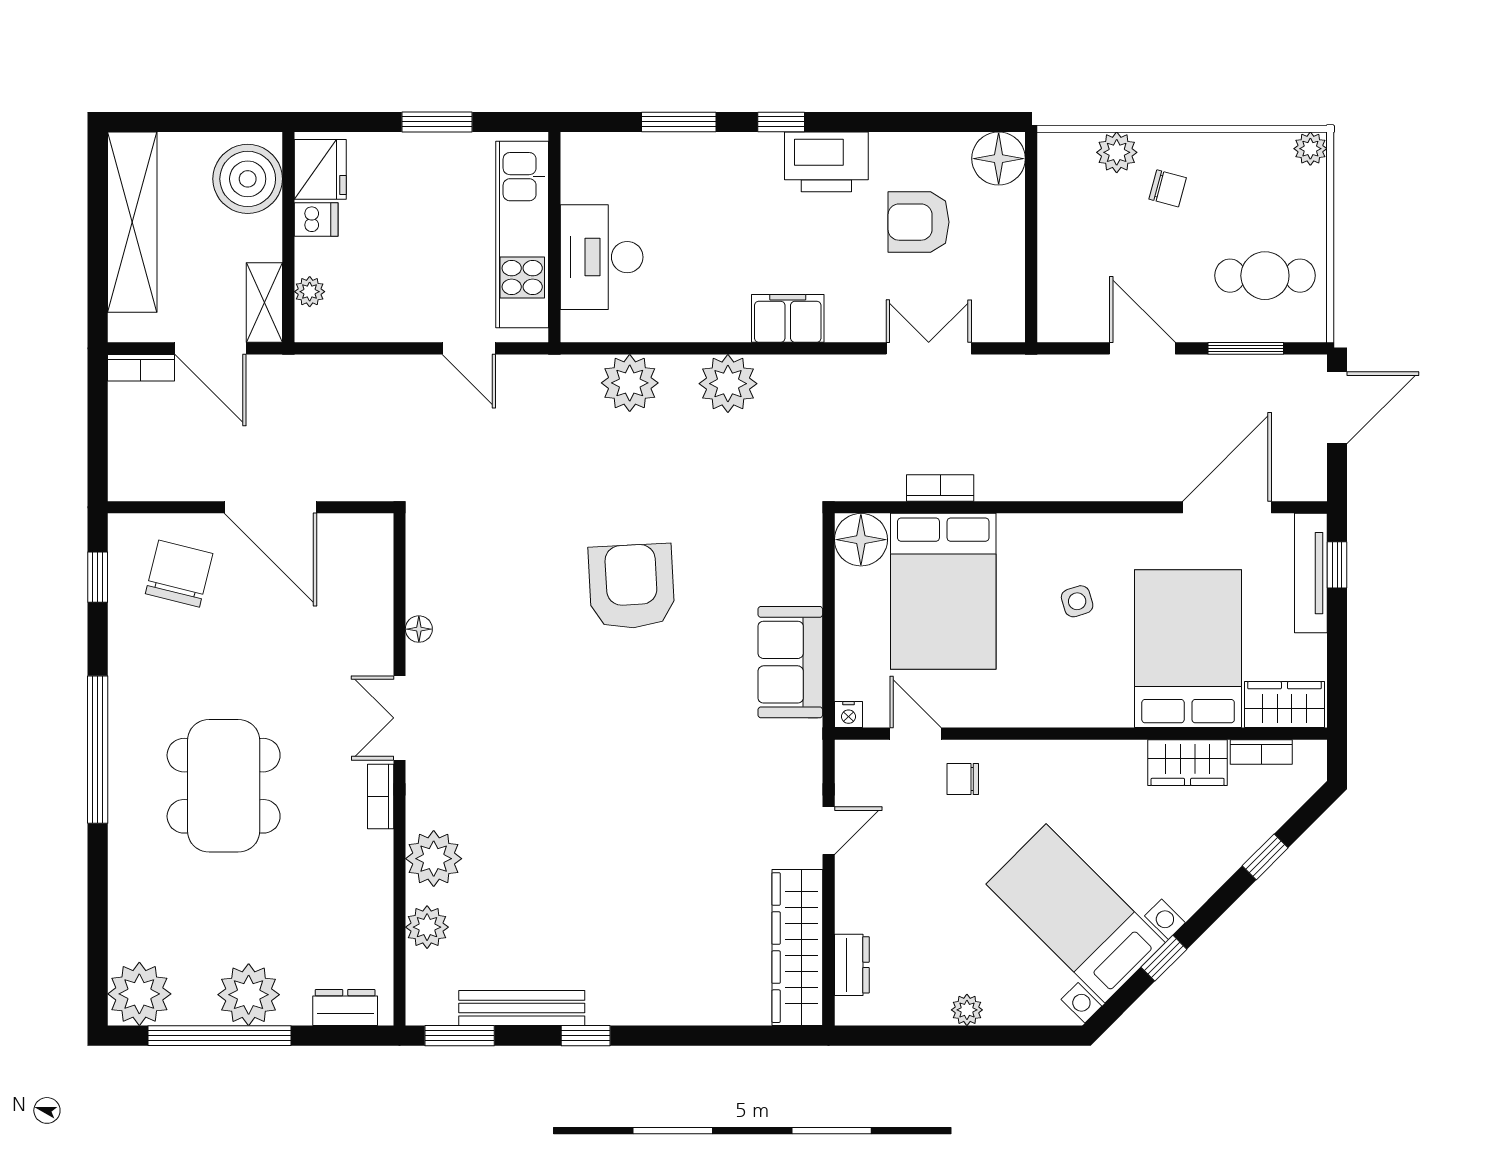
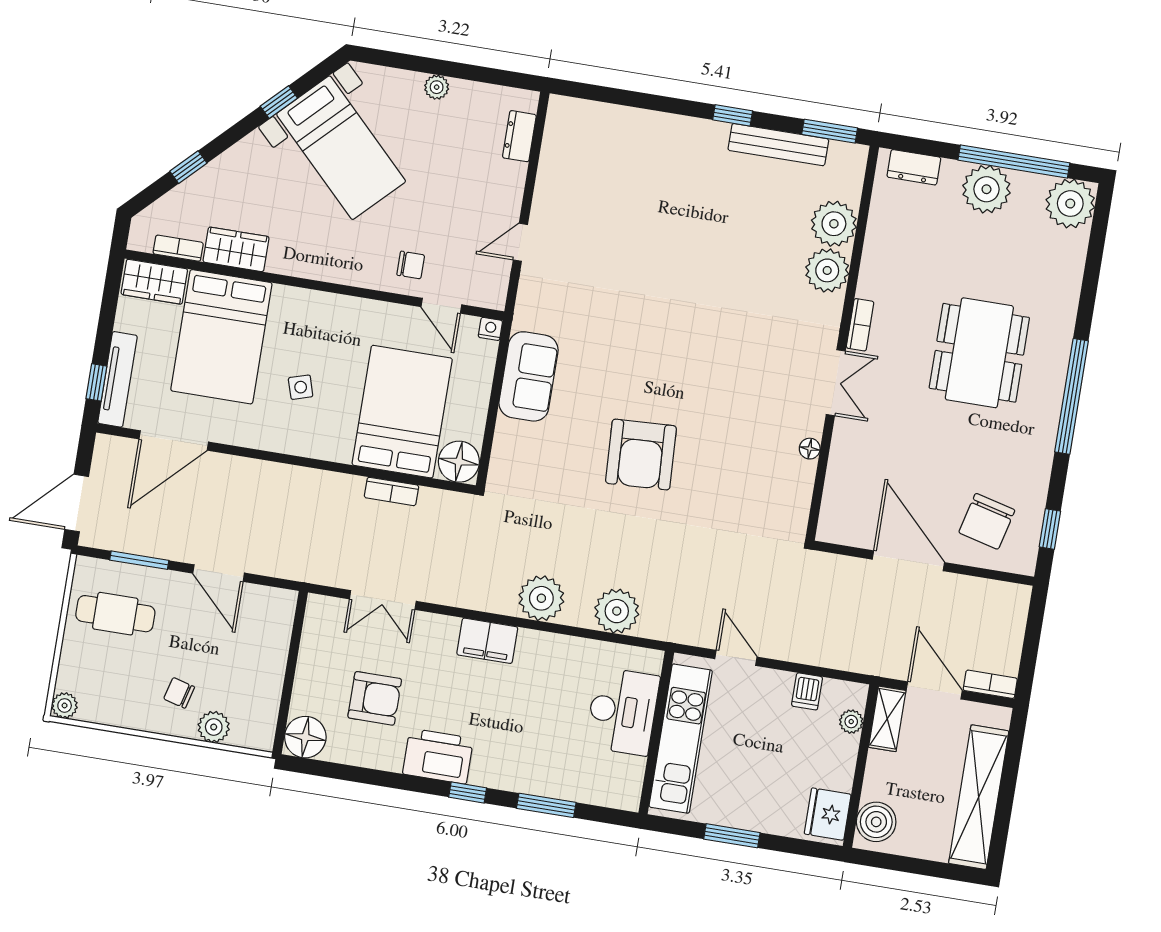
boiler: (248, 179) -> (876, 822), width x0.73, depth x0.73
dishwasher: (316, 220) -> (807, 691), moved, turned -90
plant: (427, 927) -> (834, 224), width x1.36, depth x1.36
wardrobe: (797, 948) -> (559, 156), removed

